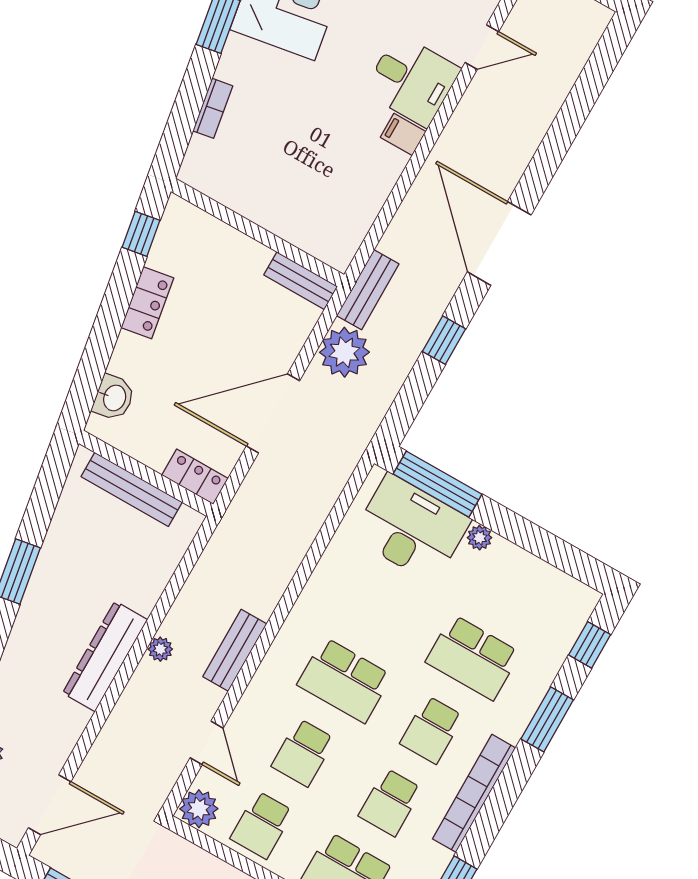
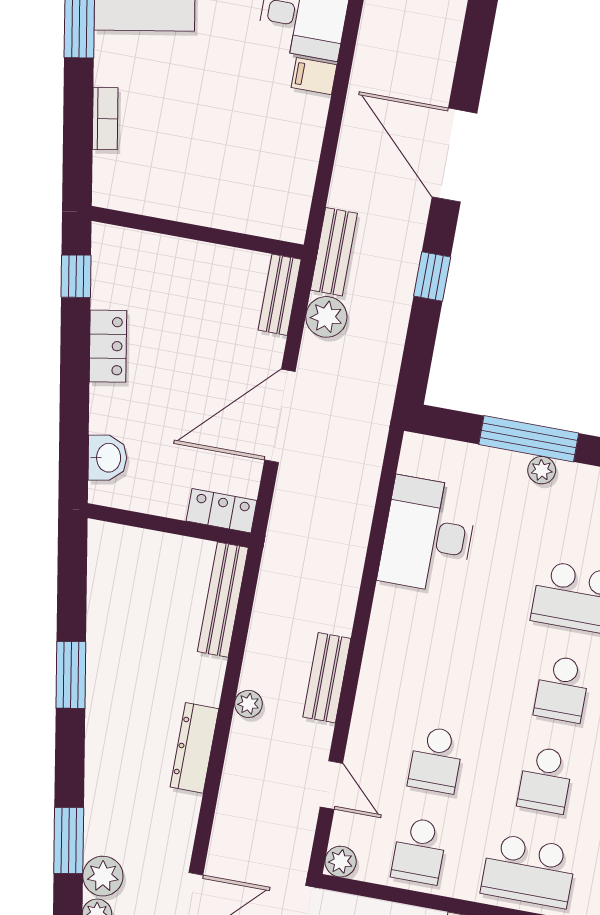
bench: (301, 281) -> (280, 295), moved, turned 90
plant: (344, 352) -> (326, 317), width x0.73, depth x0.73
window: (438, 484) -> (529, 439), moved
bench: (132, 489) -> (223, 600), moved, turned 90
desk: (411, 528) -> (428, 535), moved, turned -90
dresser: (105, 656) -> (194, 748), width x0.73, depth x0.80
school desk: (344, 680) -> (453, 669), removed
plant: (199, 809) -> (341, 862), width x0.73, depth x0.73

